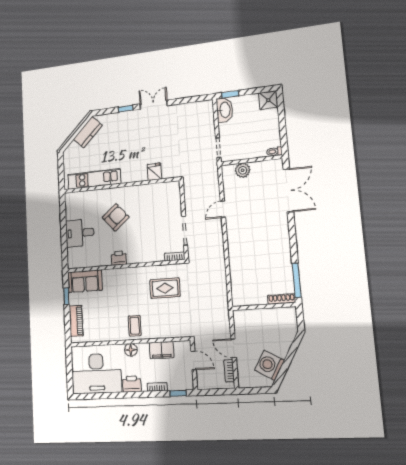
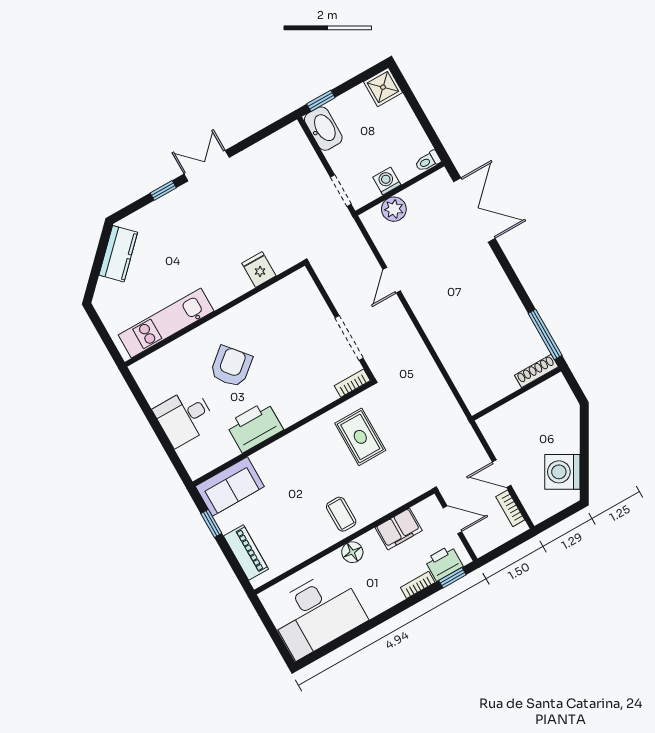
washing machine: (246, 153) -> (387, 181), added
printer: (119, 258) -> (255, 427), width x1.87, depth x1.48
rug: (165, 288) -> (360, 437), turned 90
printer: (132, 384) -> (444, 563), moved

